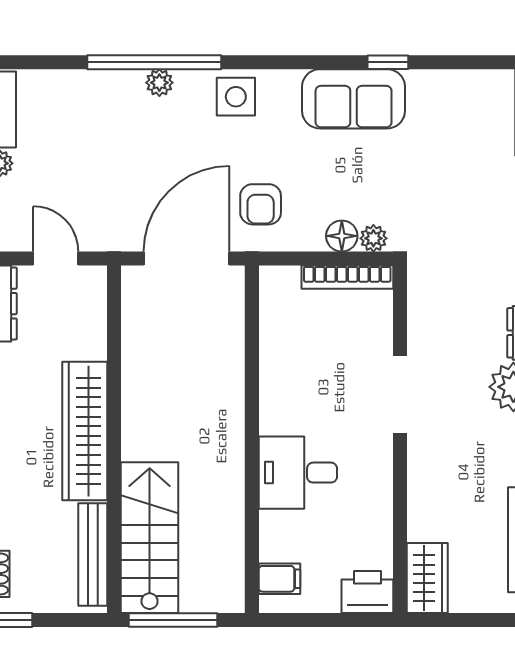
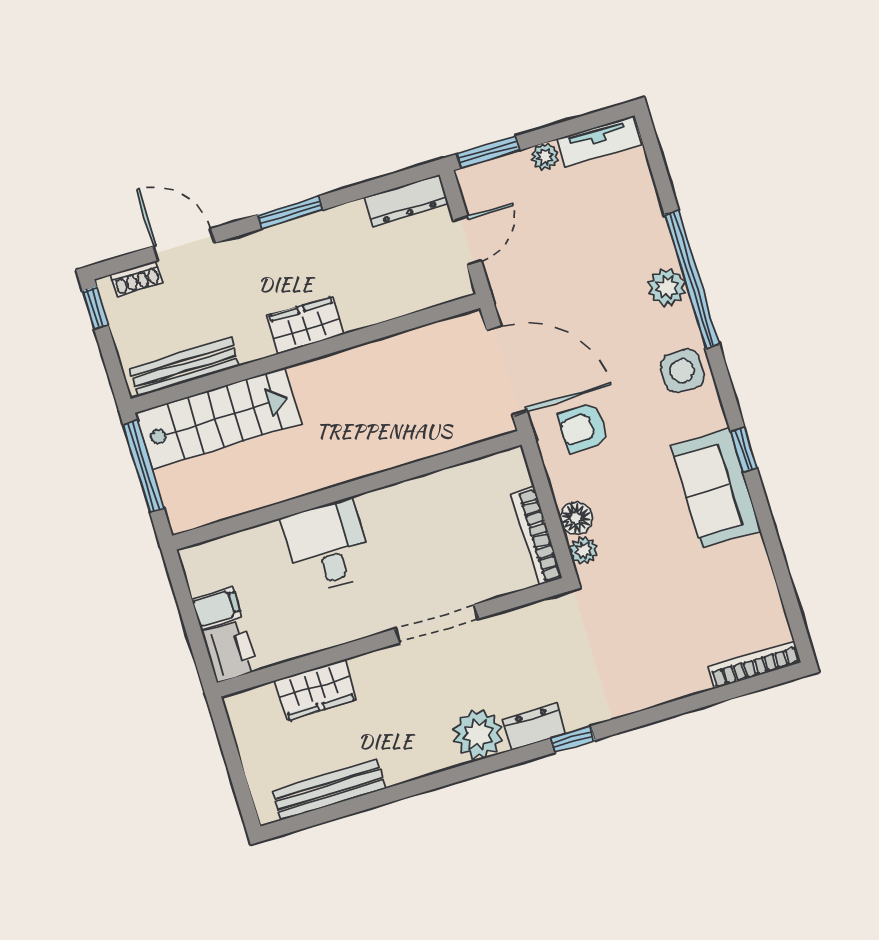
window: (388, 62) -> (744, 450), moved
plant: (159, 83) -> (667, 287), width x1.38, depth x1.38
wardrobe: (85, 431) -> (306, 325), width x0.48, depth x0.85
wardrobe: (427, 578) -> (316, 690), moved
filing cabinet: (279, 579) -> (216, 608), moved, turned -90

